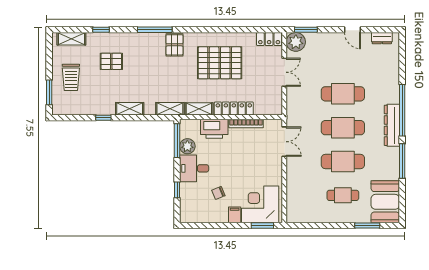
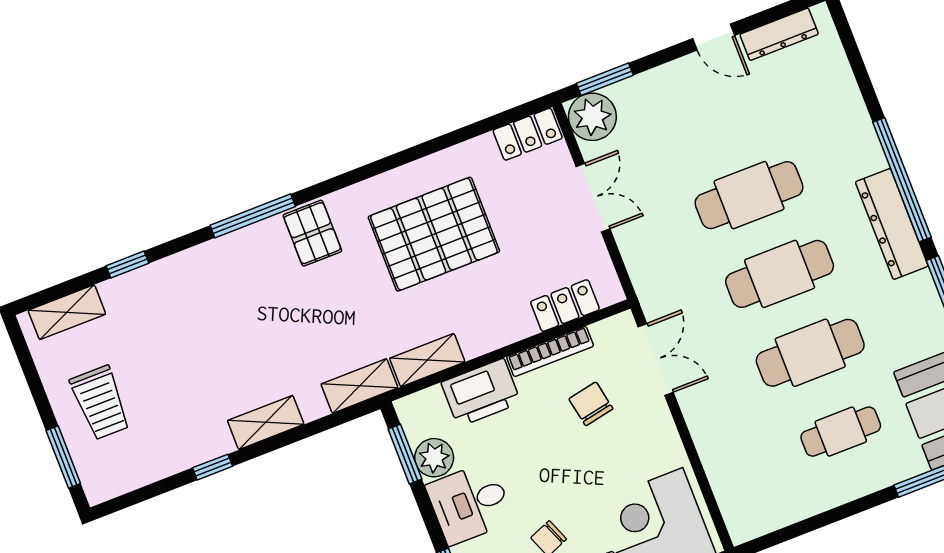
dresser: (382, 38) -> (779, 34), width x1.44
pallet: (111, 61) -> (180, 329), removed
locker: (234, 108) -> (565, 306), moved, width x0.66
window: (177, 141) -> (405, 454), width x0.69
chair: (254, 149) -> (591, 404), added

